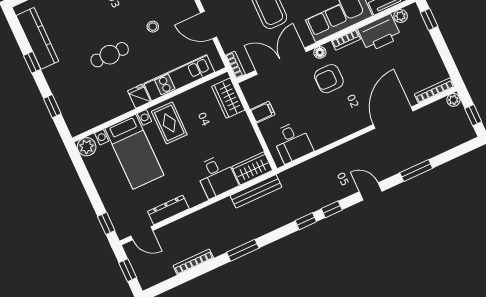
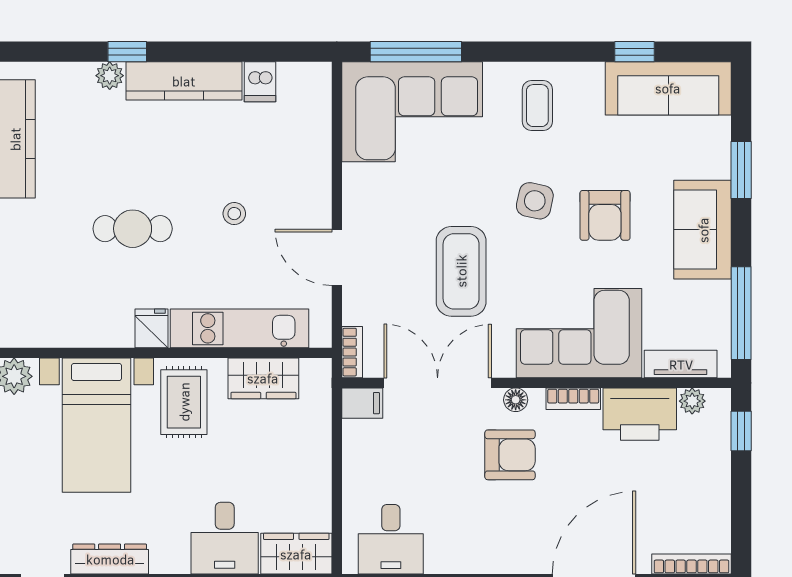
armchair: (329, 79) -> (510, 455), turned 180
wardrobe: (228, 98) -> (263, 378), moved, turned -90
filing cabinet: (263, 112) -> (362, 403), moved

